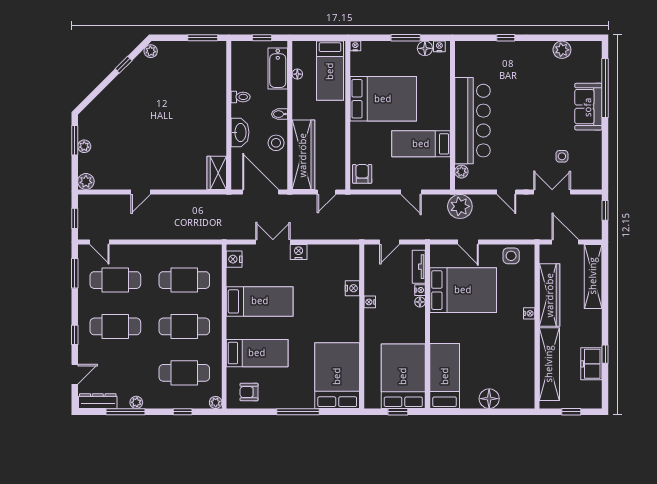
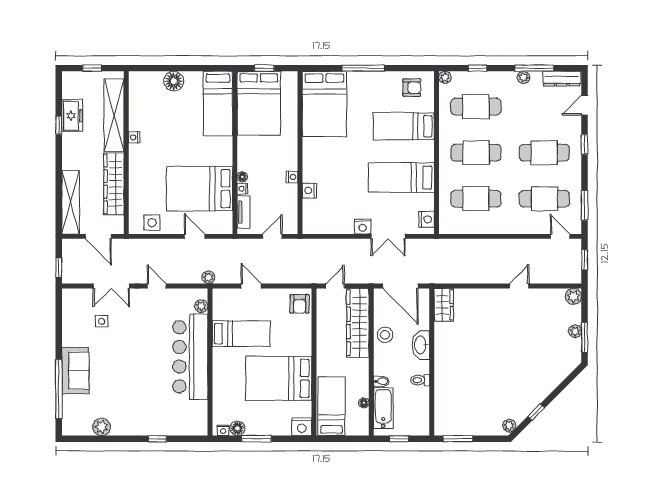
nightstand: (355, 46) -> (302, 427), width x1.89, depth x1.79
bidet: (280, 114) -> (381, 381), moved
plant: (460, 206) -> (208, 277), width x0.53, depth x0.53
nightstand: (529, 313) -> (134, 137), moved

